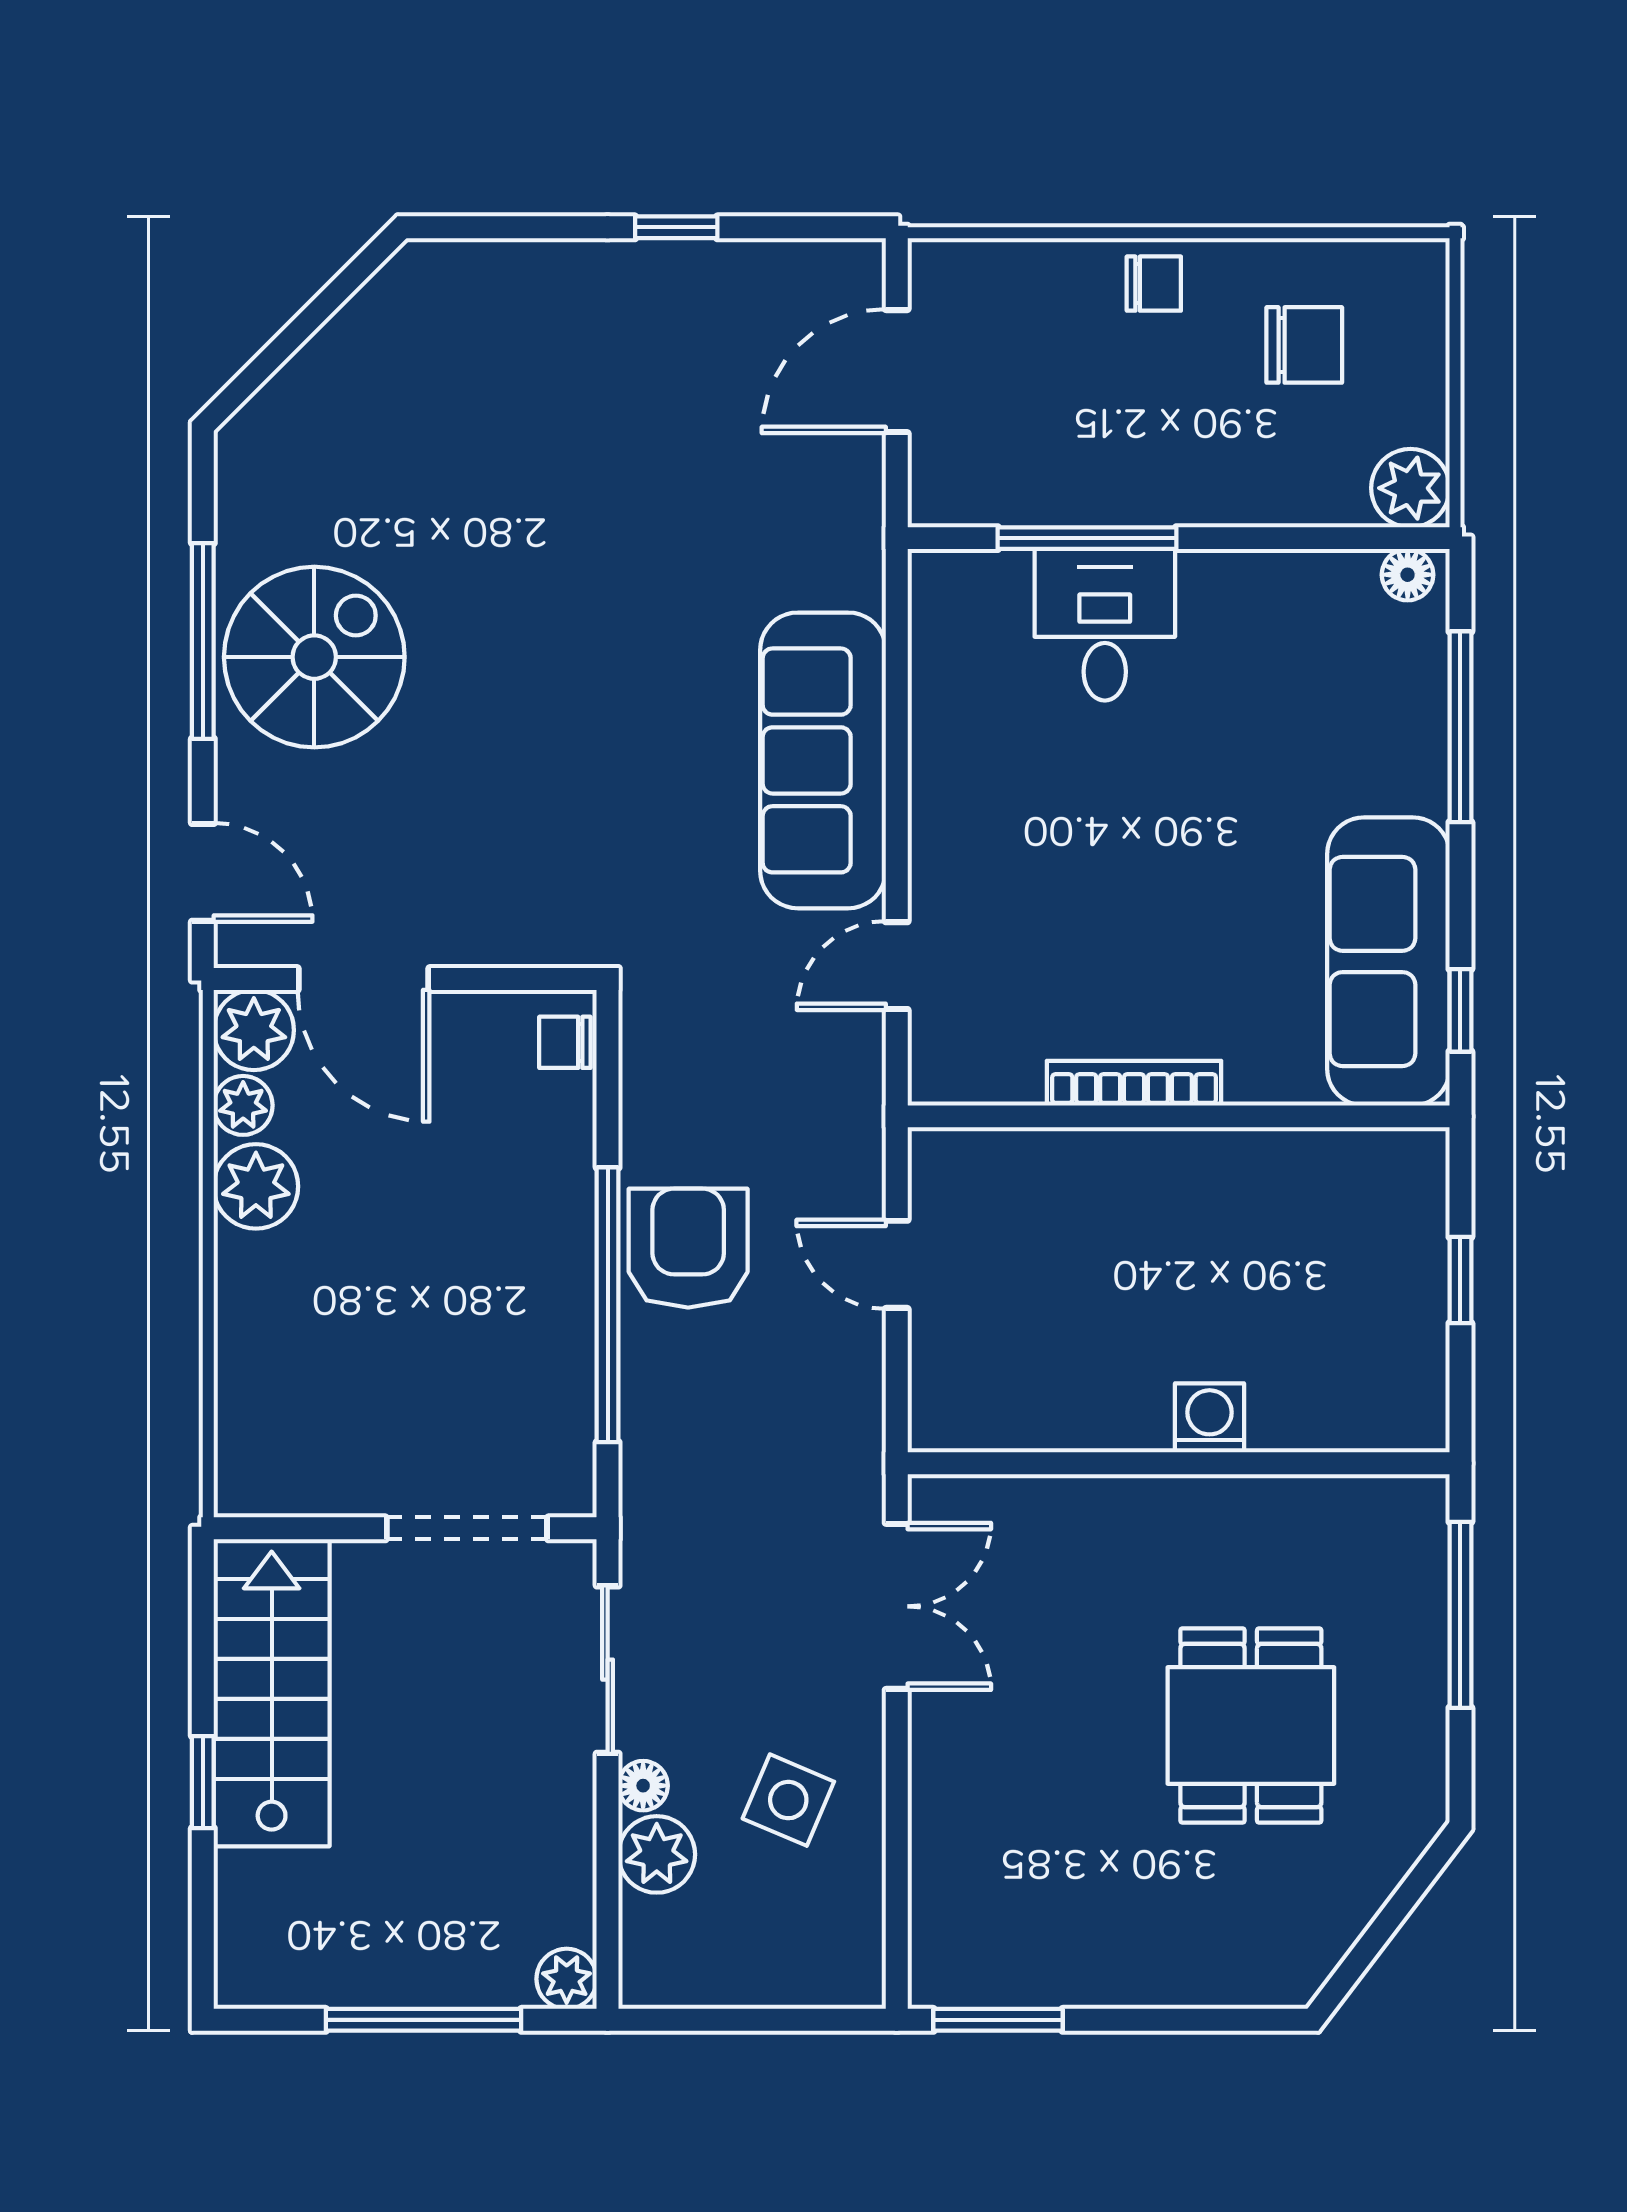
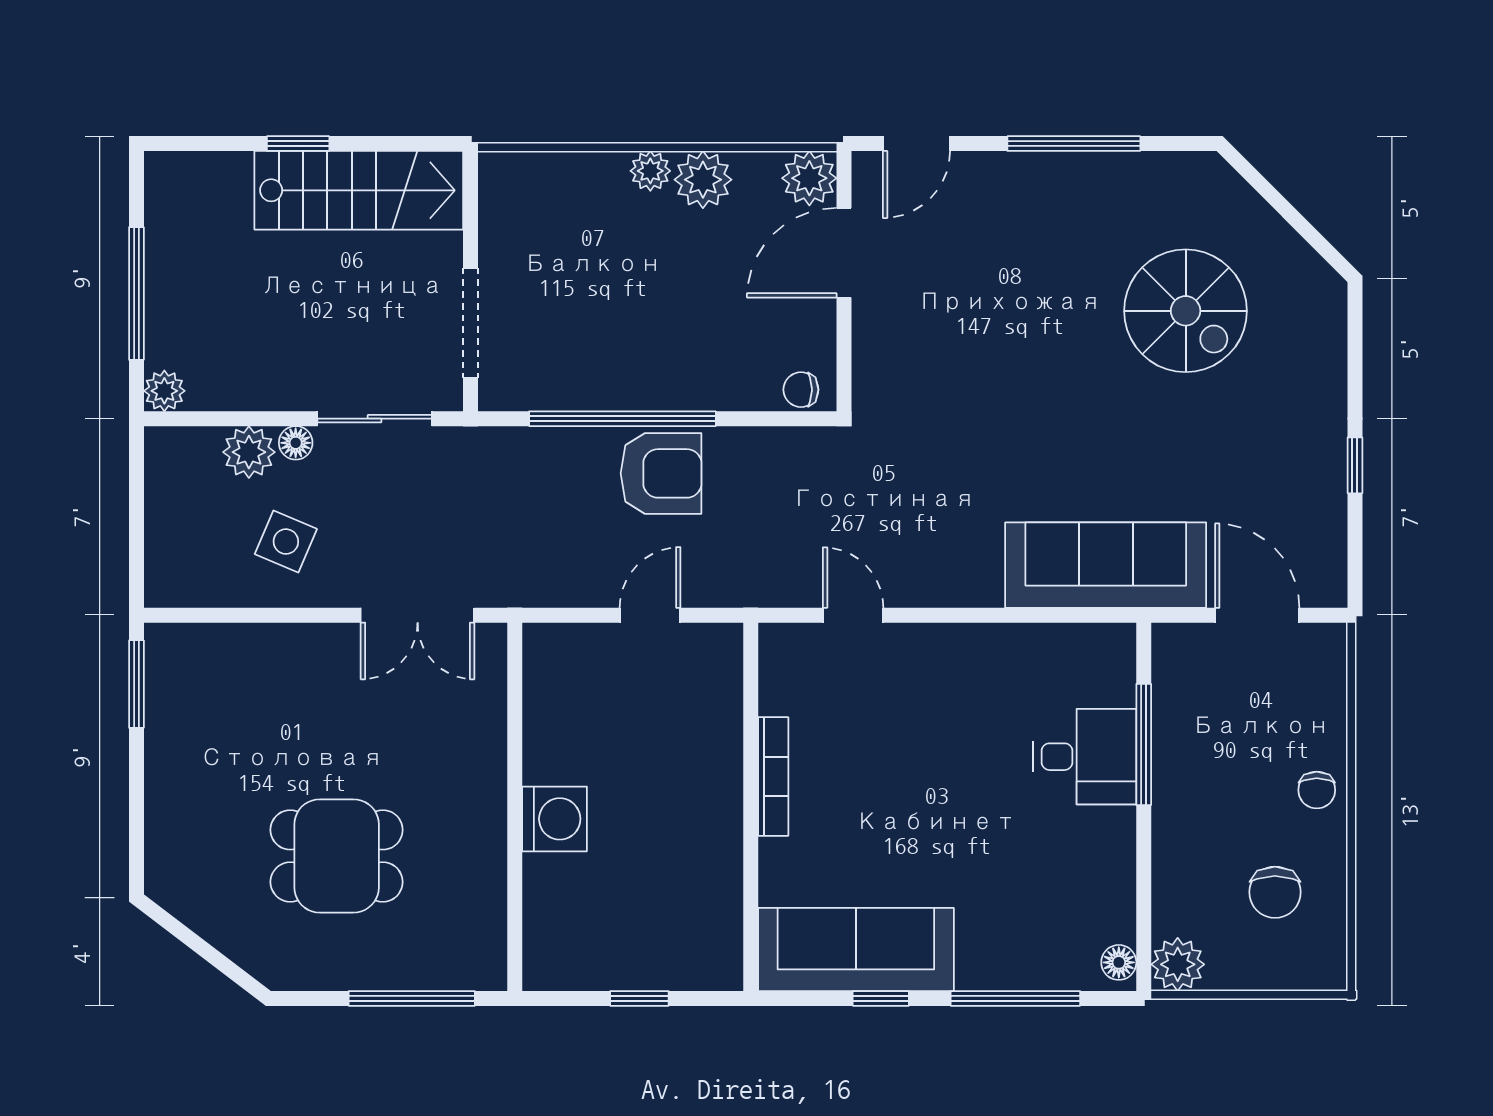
spiral stairs: (314, 657) -> (1186, 311), moved
sofa: (823, 760) -> (1106, 565), moved
window: (1460, 1010) -> (881, 998), moved
chair: (565, 1042) -> (801, 390), turned -90
plant: (243, 1105) -> (650, 171), moved
washing machine: (1210, 1418) -> (555, 819), width x1.38, depth x1.38

